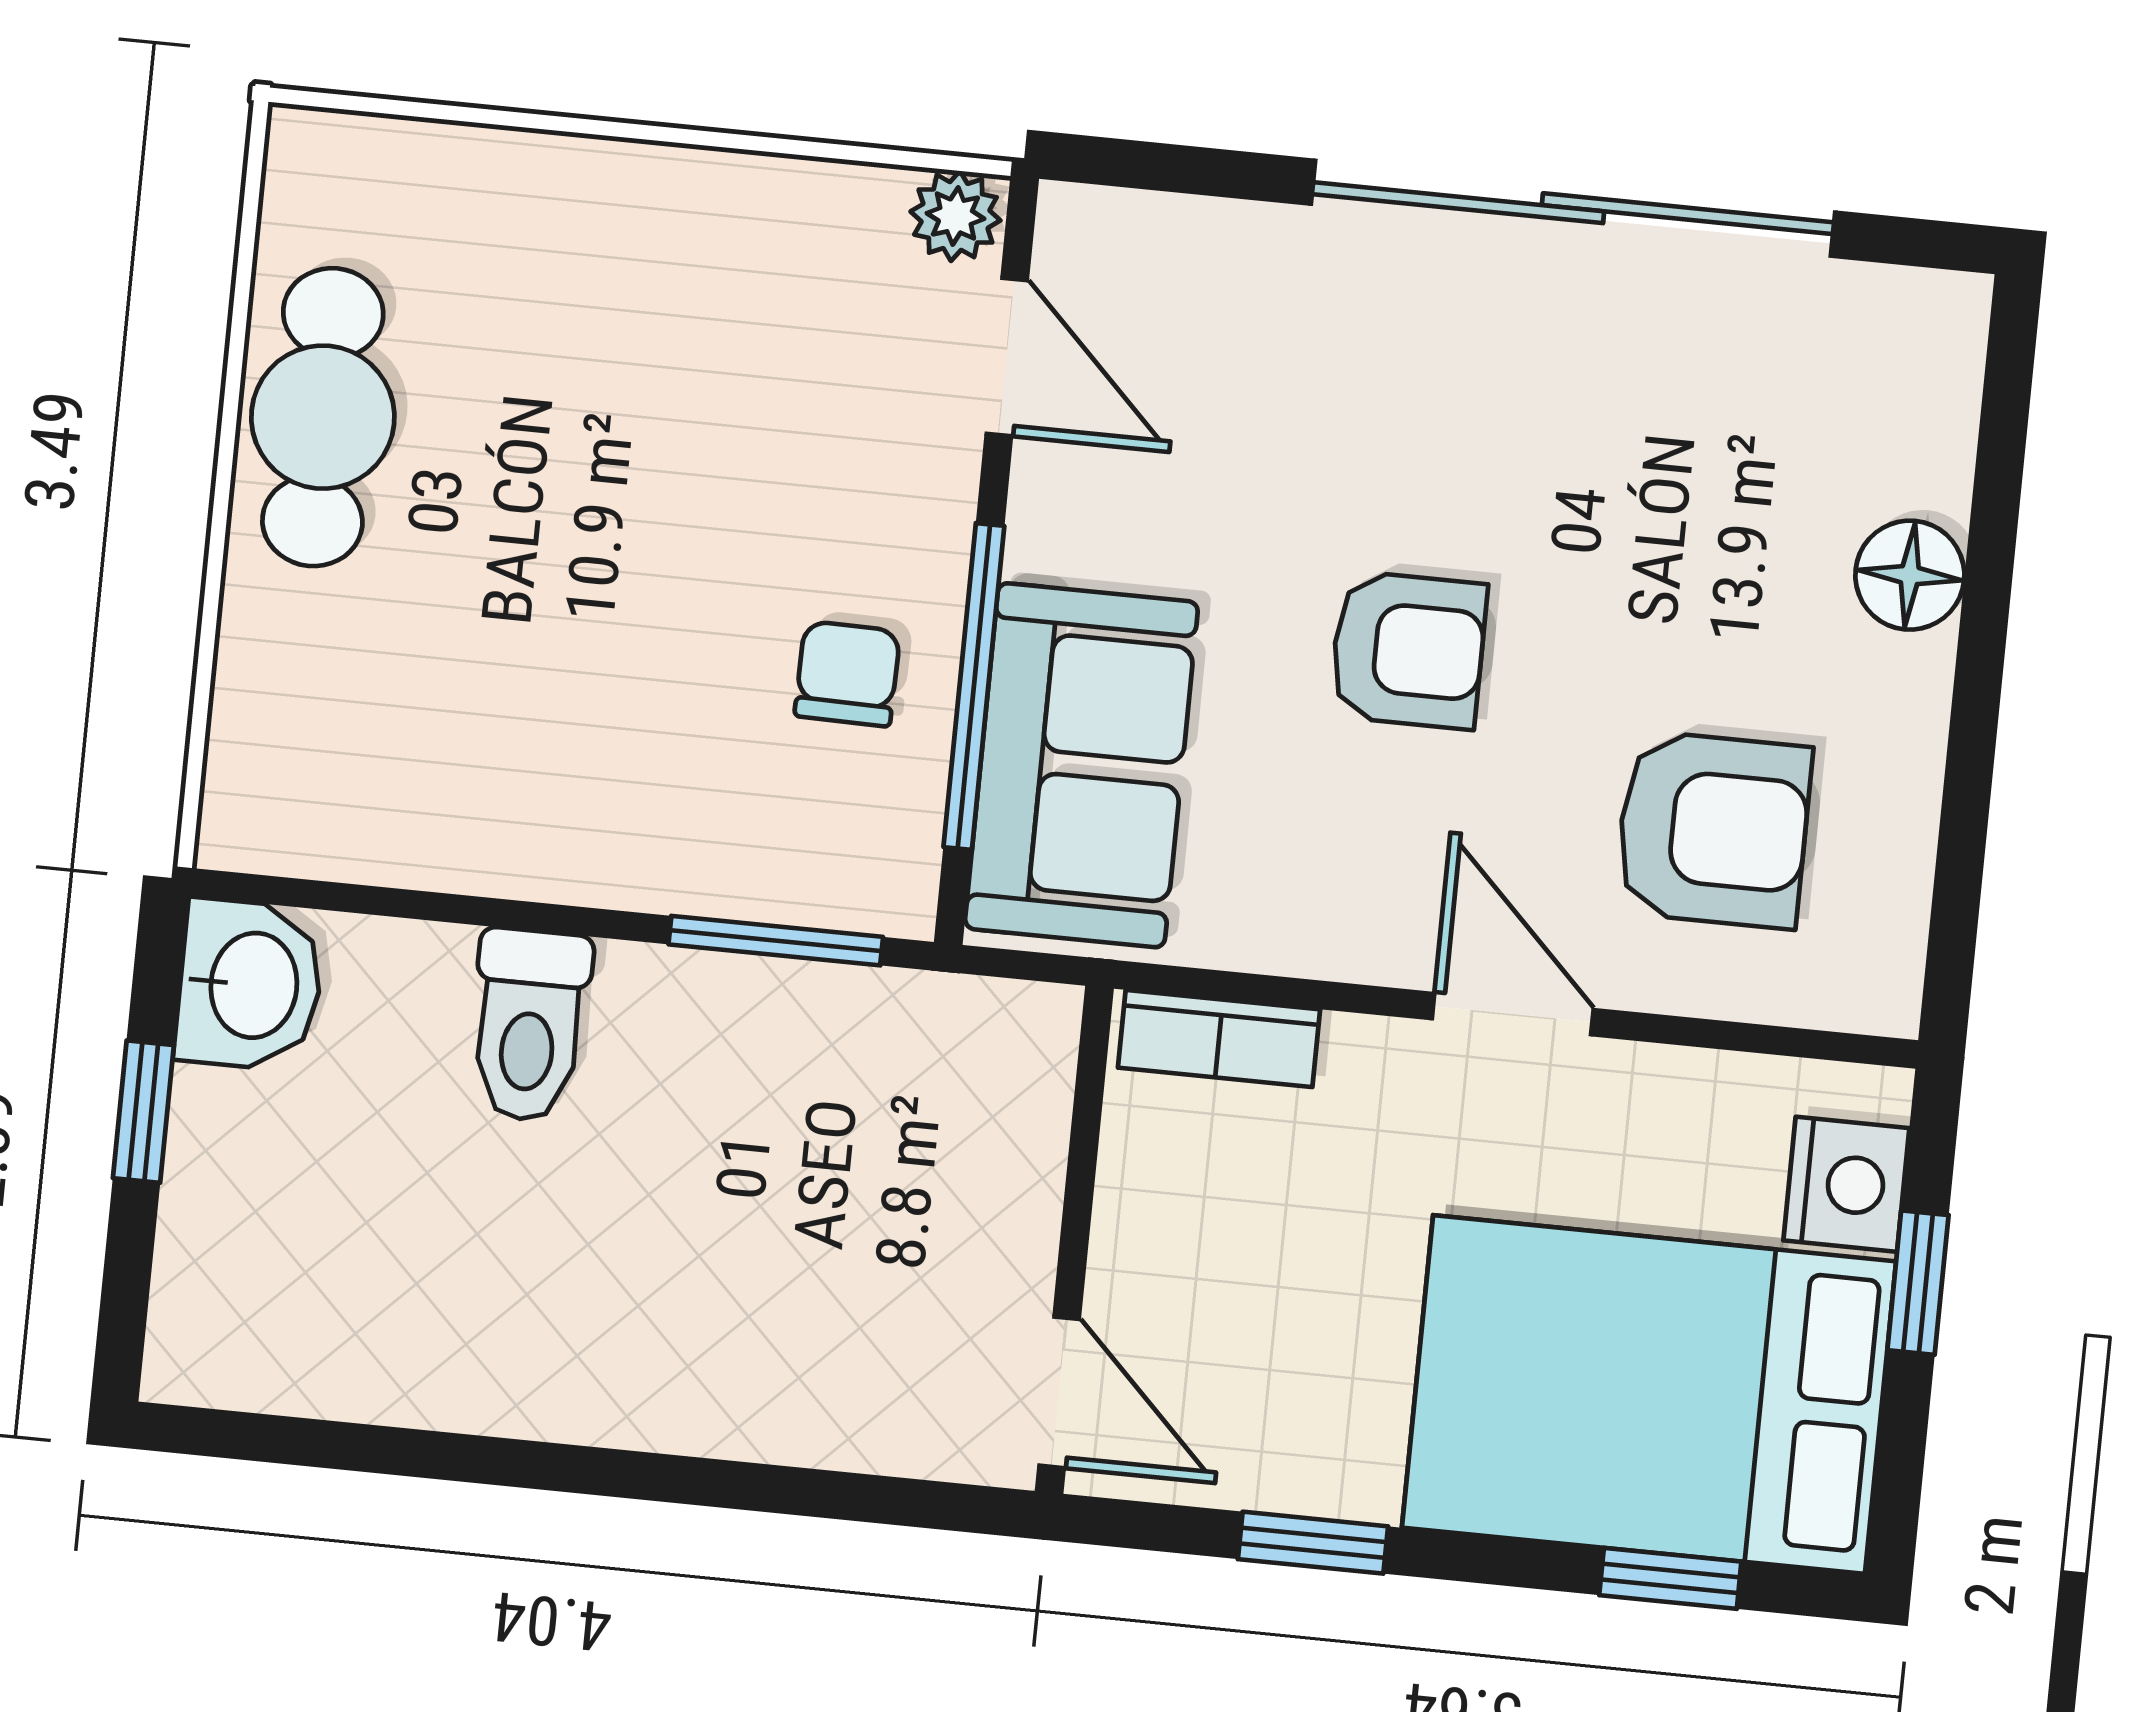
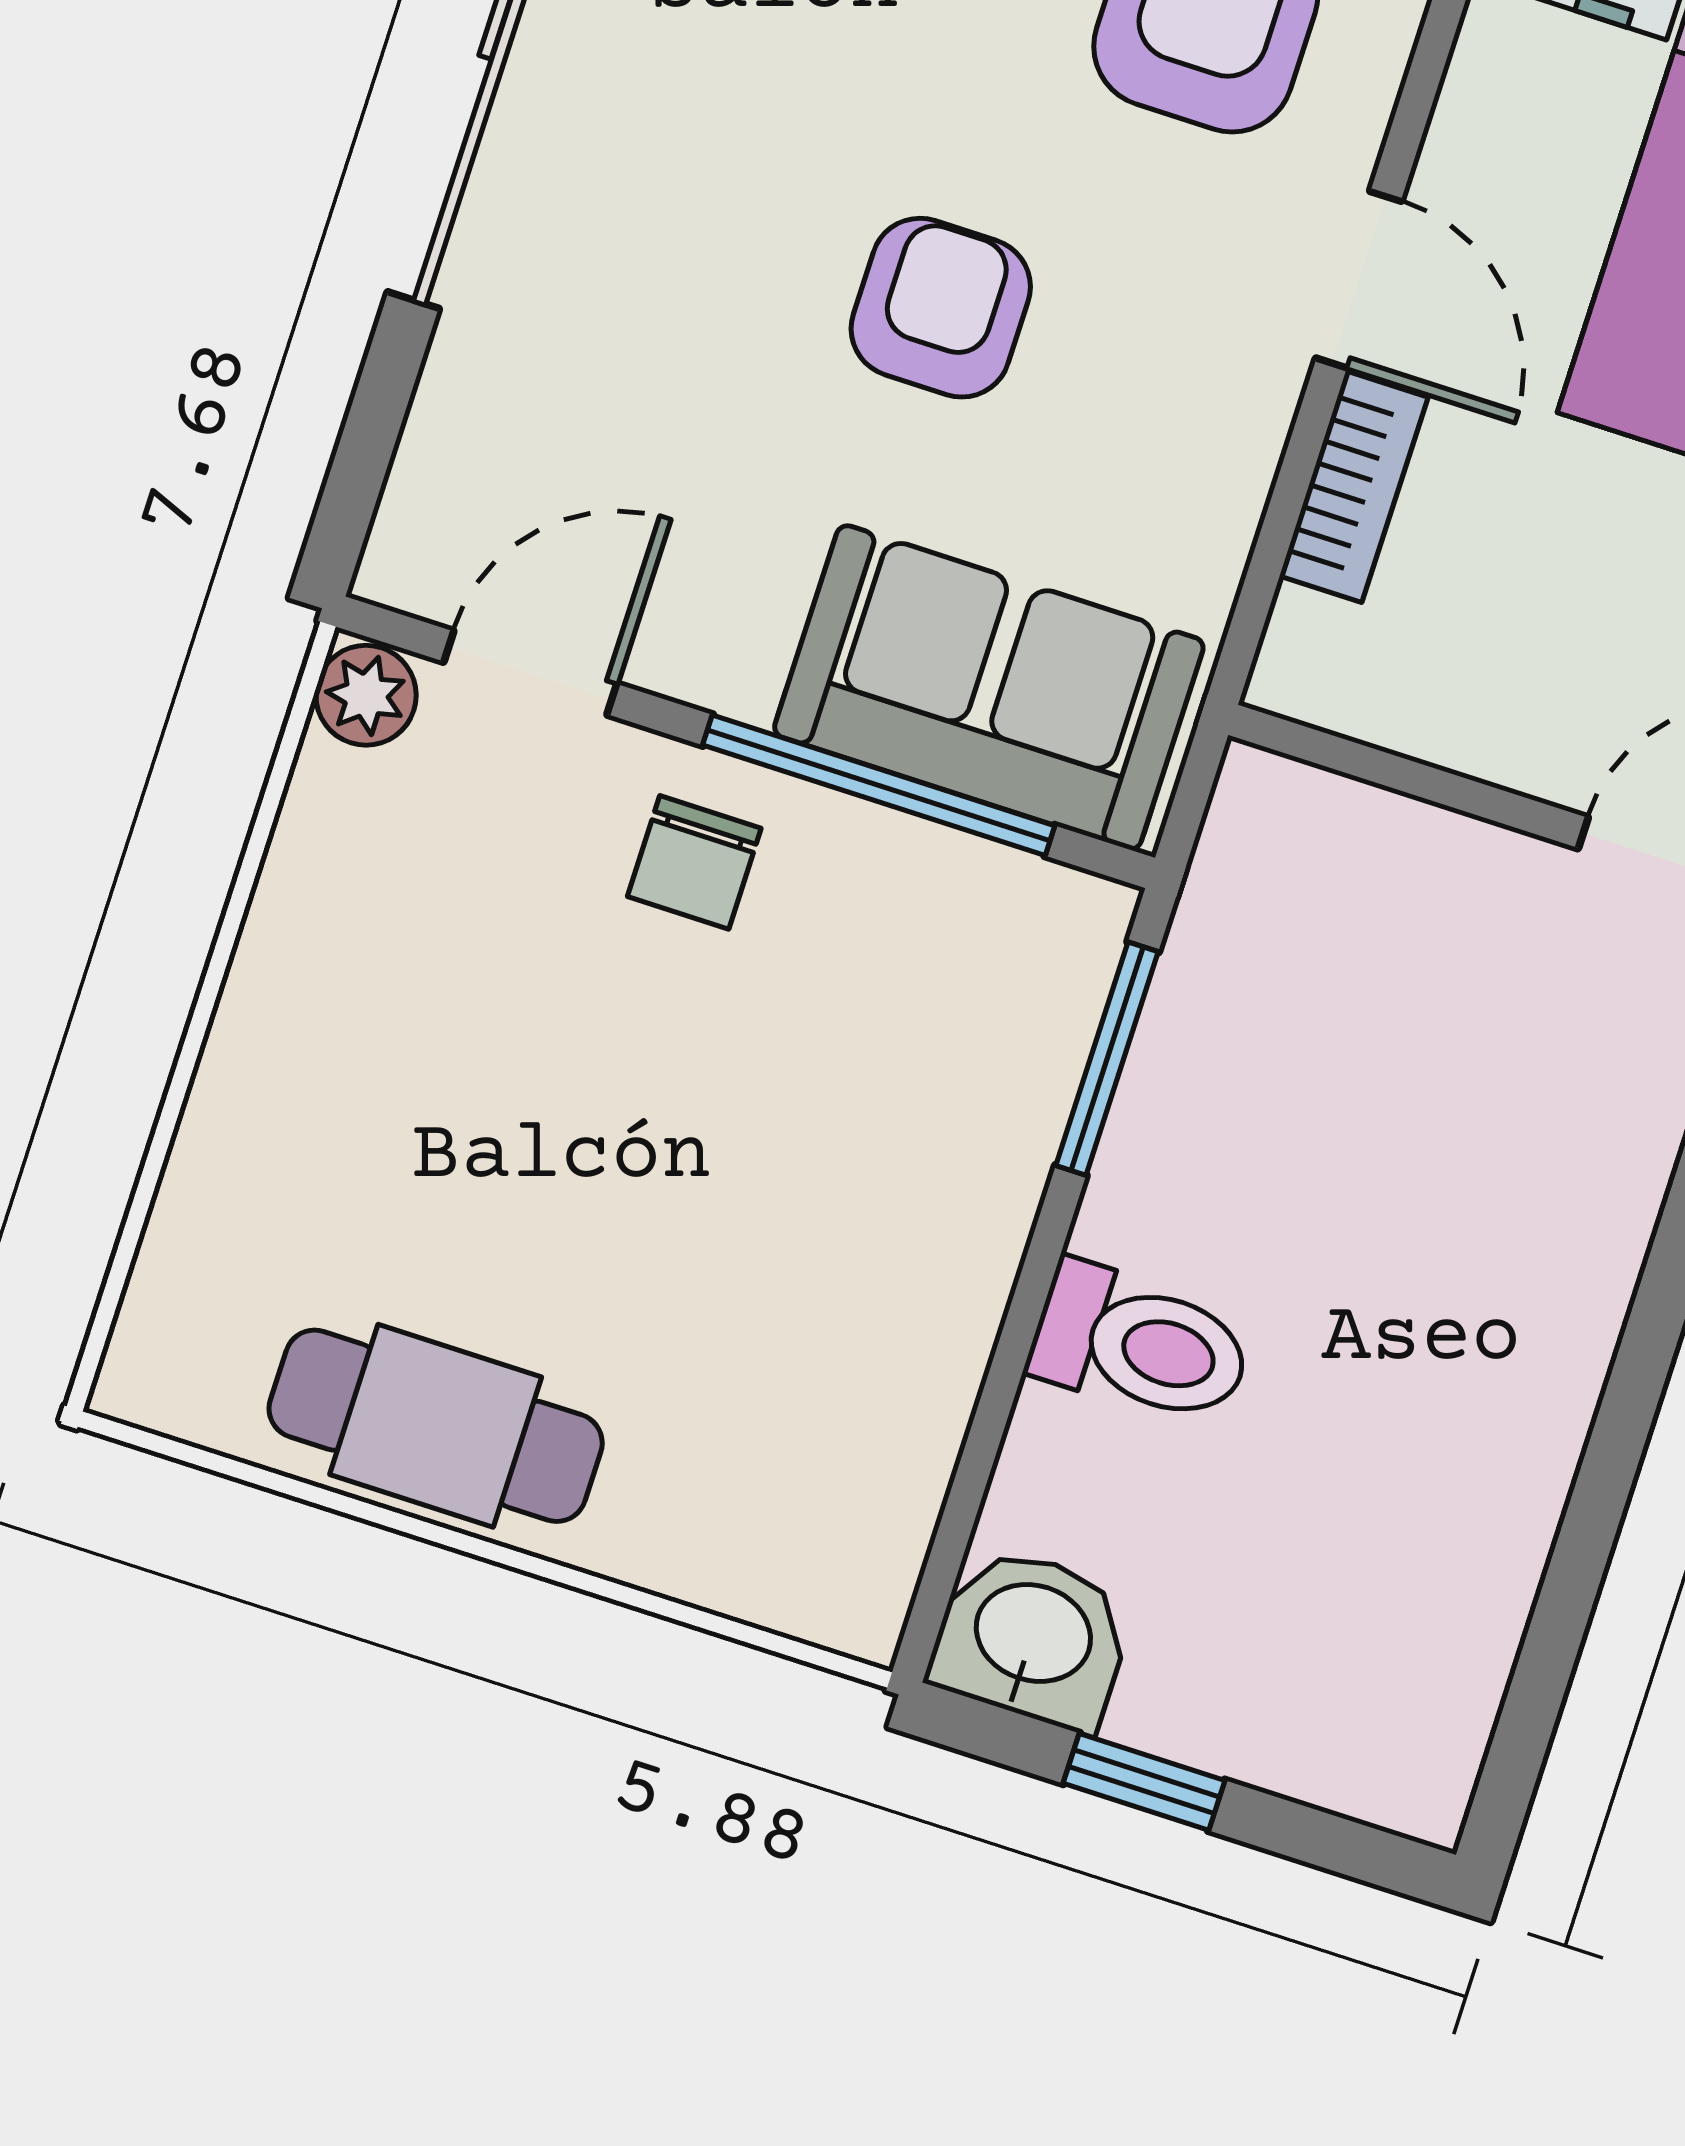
chair: (847, 674) -> (694, 862), moved, turned -91
door: (1513, 1014) -> (1359, 280), swing flipped
bookcase: (1219, 1038) -> (1354, 487), moved

